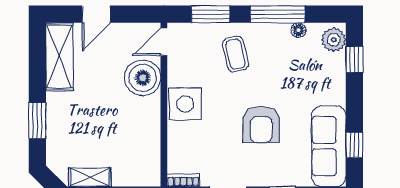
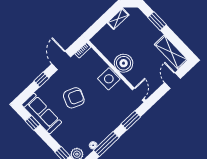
coffee table: (235, 54) -> (108, 115), removed
boiler: (143, 78) -> (124, 63), moved
armchair: (261, 124) -> (74, 98), turned 113

